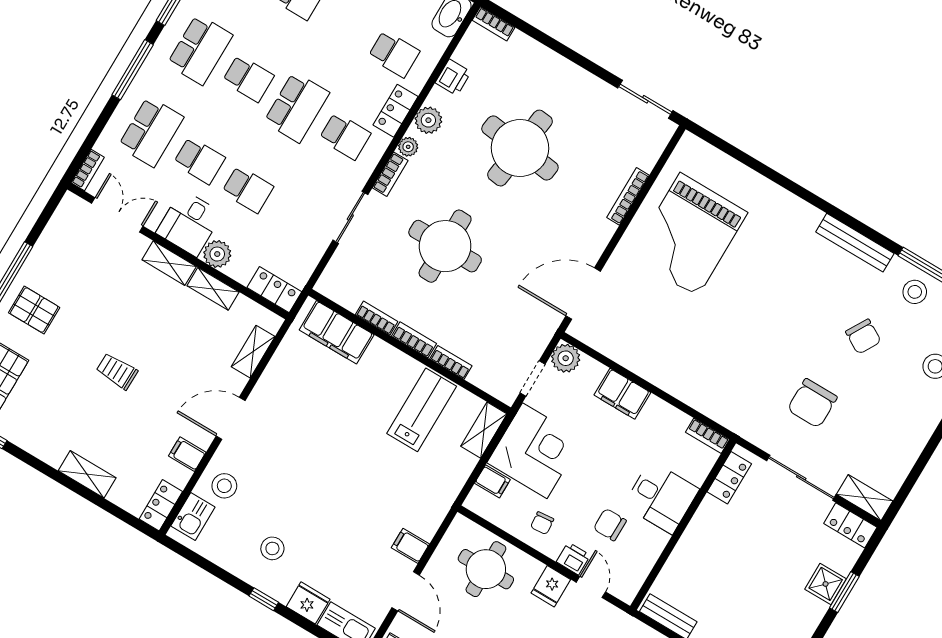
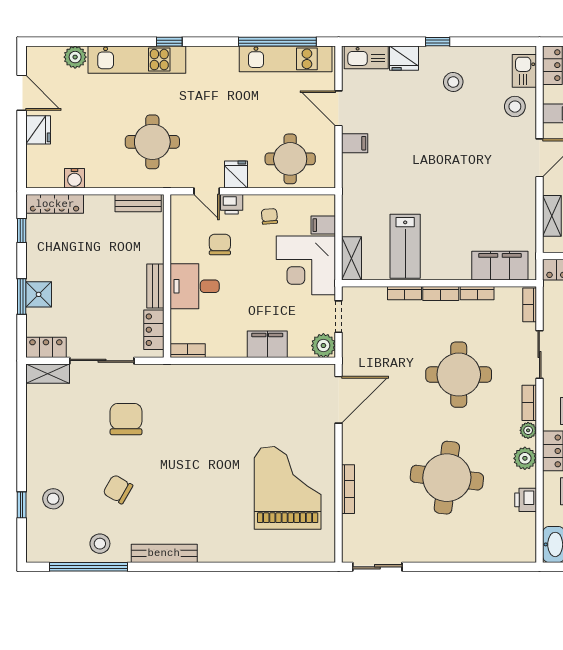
bookcase: (493, 24) -> (530, 305), moved, turned -90
bench: (701, 521) -> (155, 286), added
chair: (610, 525) -> (220, 244), turned -90

